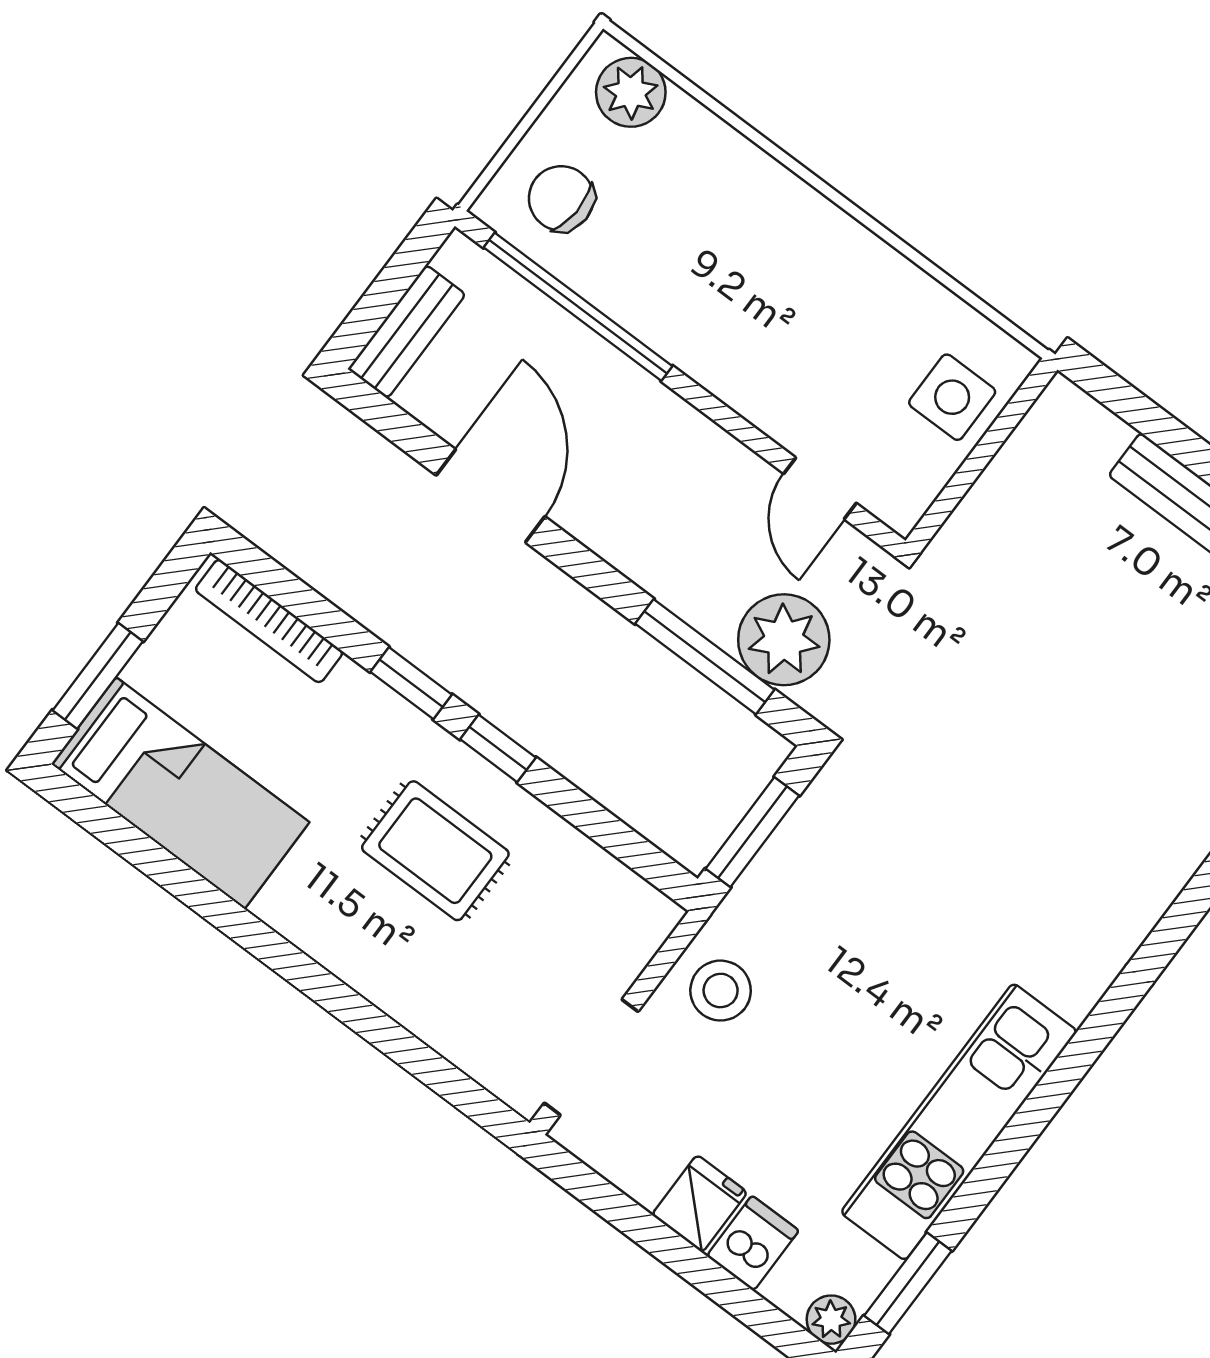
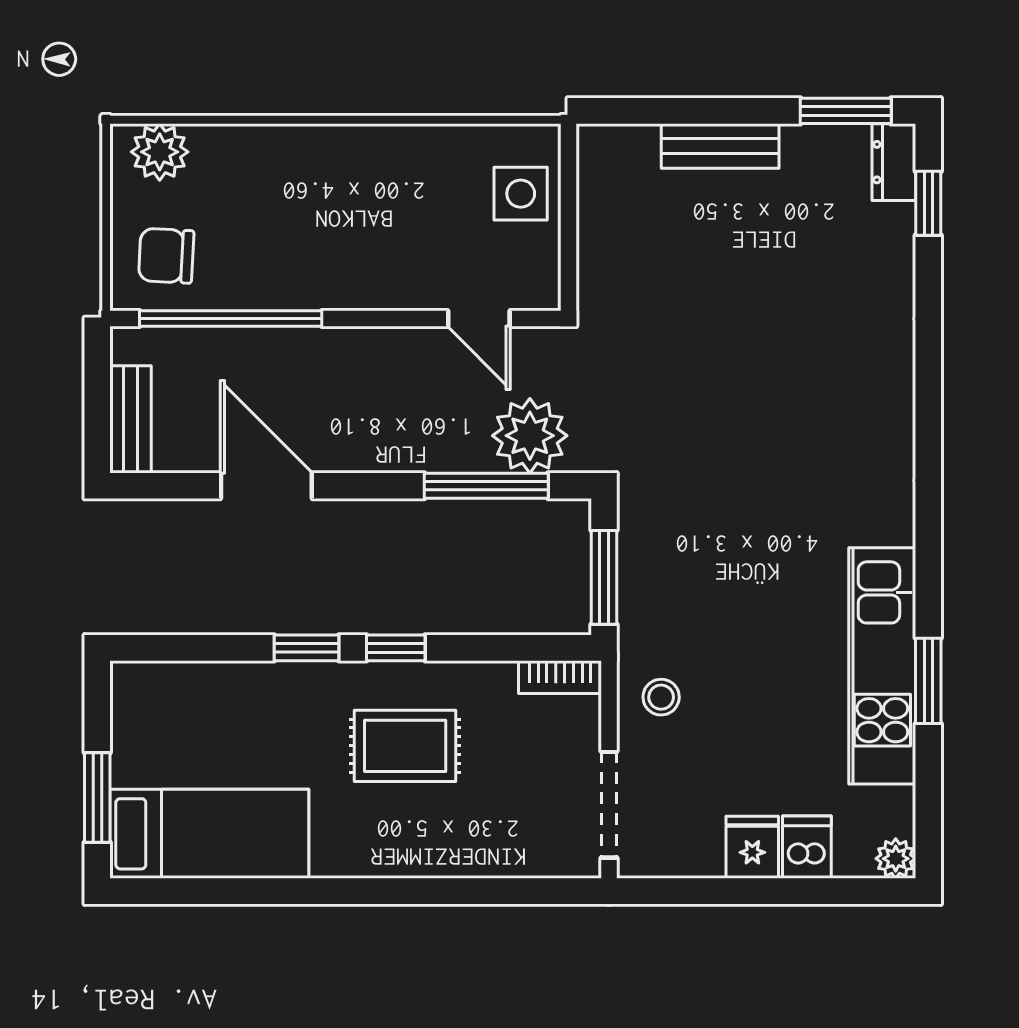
bookcase: (269, 621) -> (560, 677), moved, width x0.64
stool: (721, 991) -> (661, 697), width x0.73, depth x0.73
window: (908, 1283) -> (928, 681), moved

